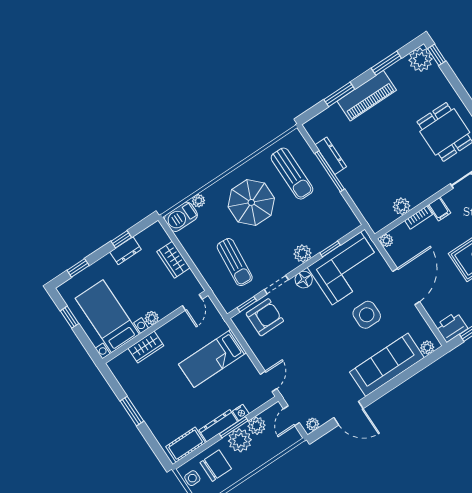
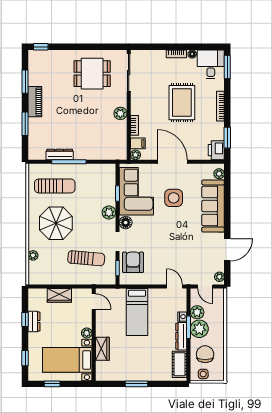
plant: (421, 60) -> (37, 59), removed
piano: (367, 96) -> (35, 102), width x0.73, depth x0.75
plant: (401, 206) -> (120, 113), moved
filing cabinet: (439, 209) -> (138, 143), moved
barbecue: (181, 217) -> (36, 273), removed

